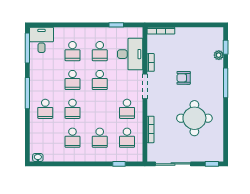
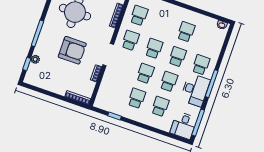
desk: (130, 54) -> (195, 90), moved, turned 180
armchair: (184, 78) -> (72, 50), width x1.88, depth x1.88
school desk: (100, 138) -> (154, 49), moved

